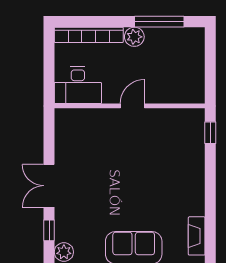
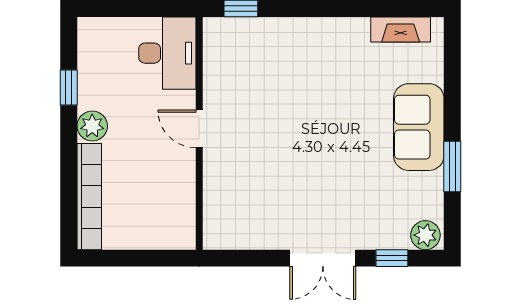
window: (159, 22) -> (69, 87), width x0.46
desk: (78, 85) -> (167, 53), moved

